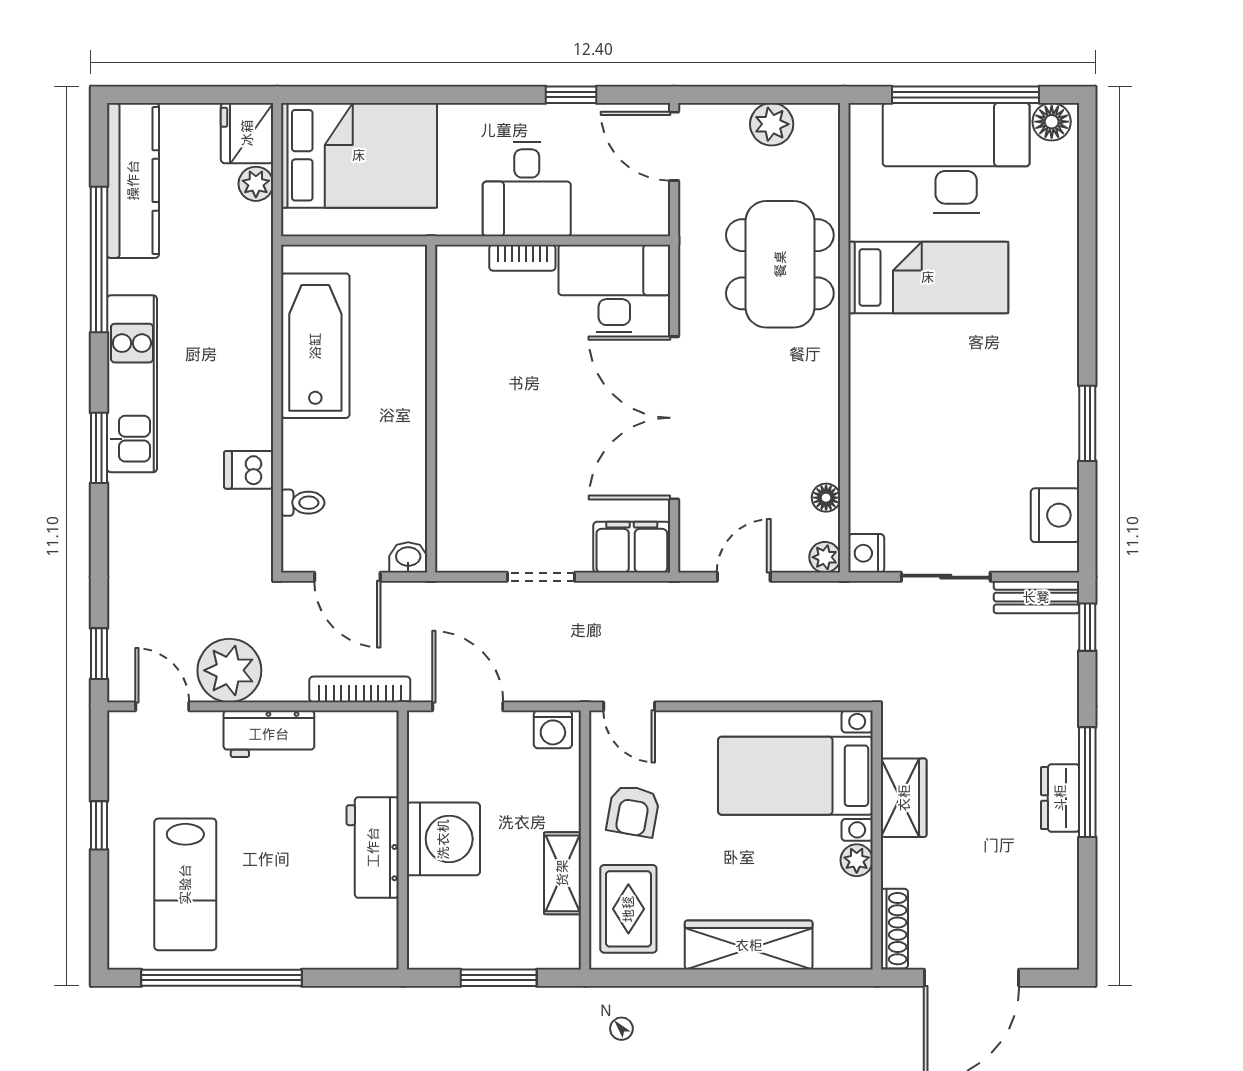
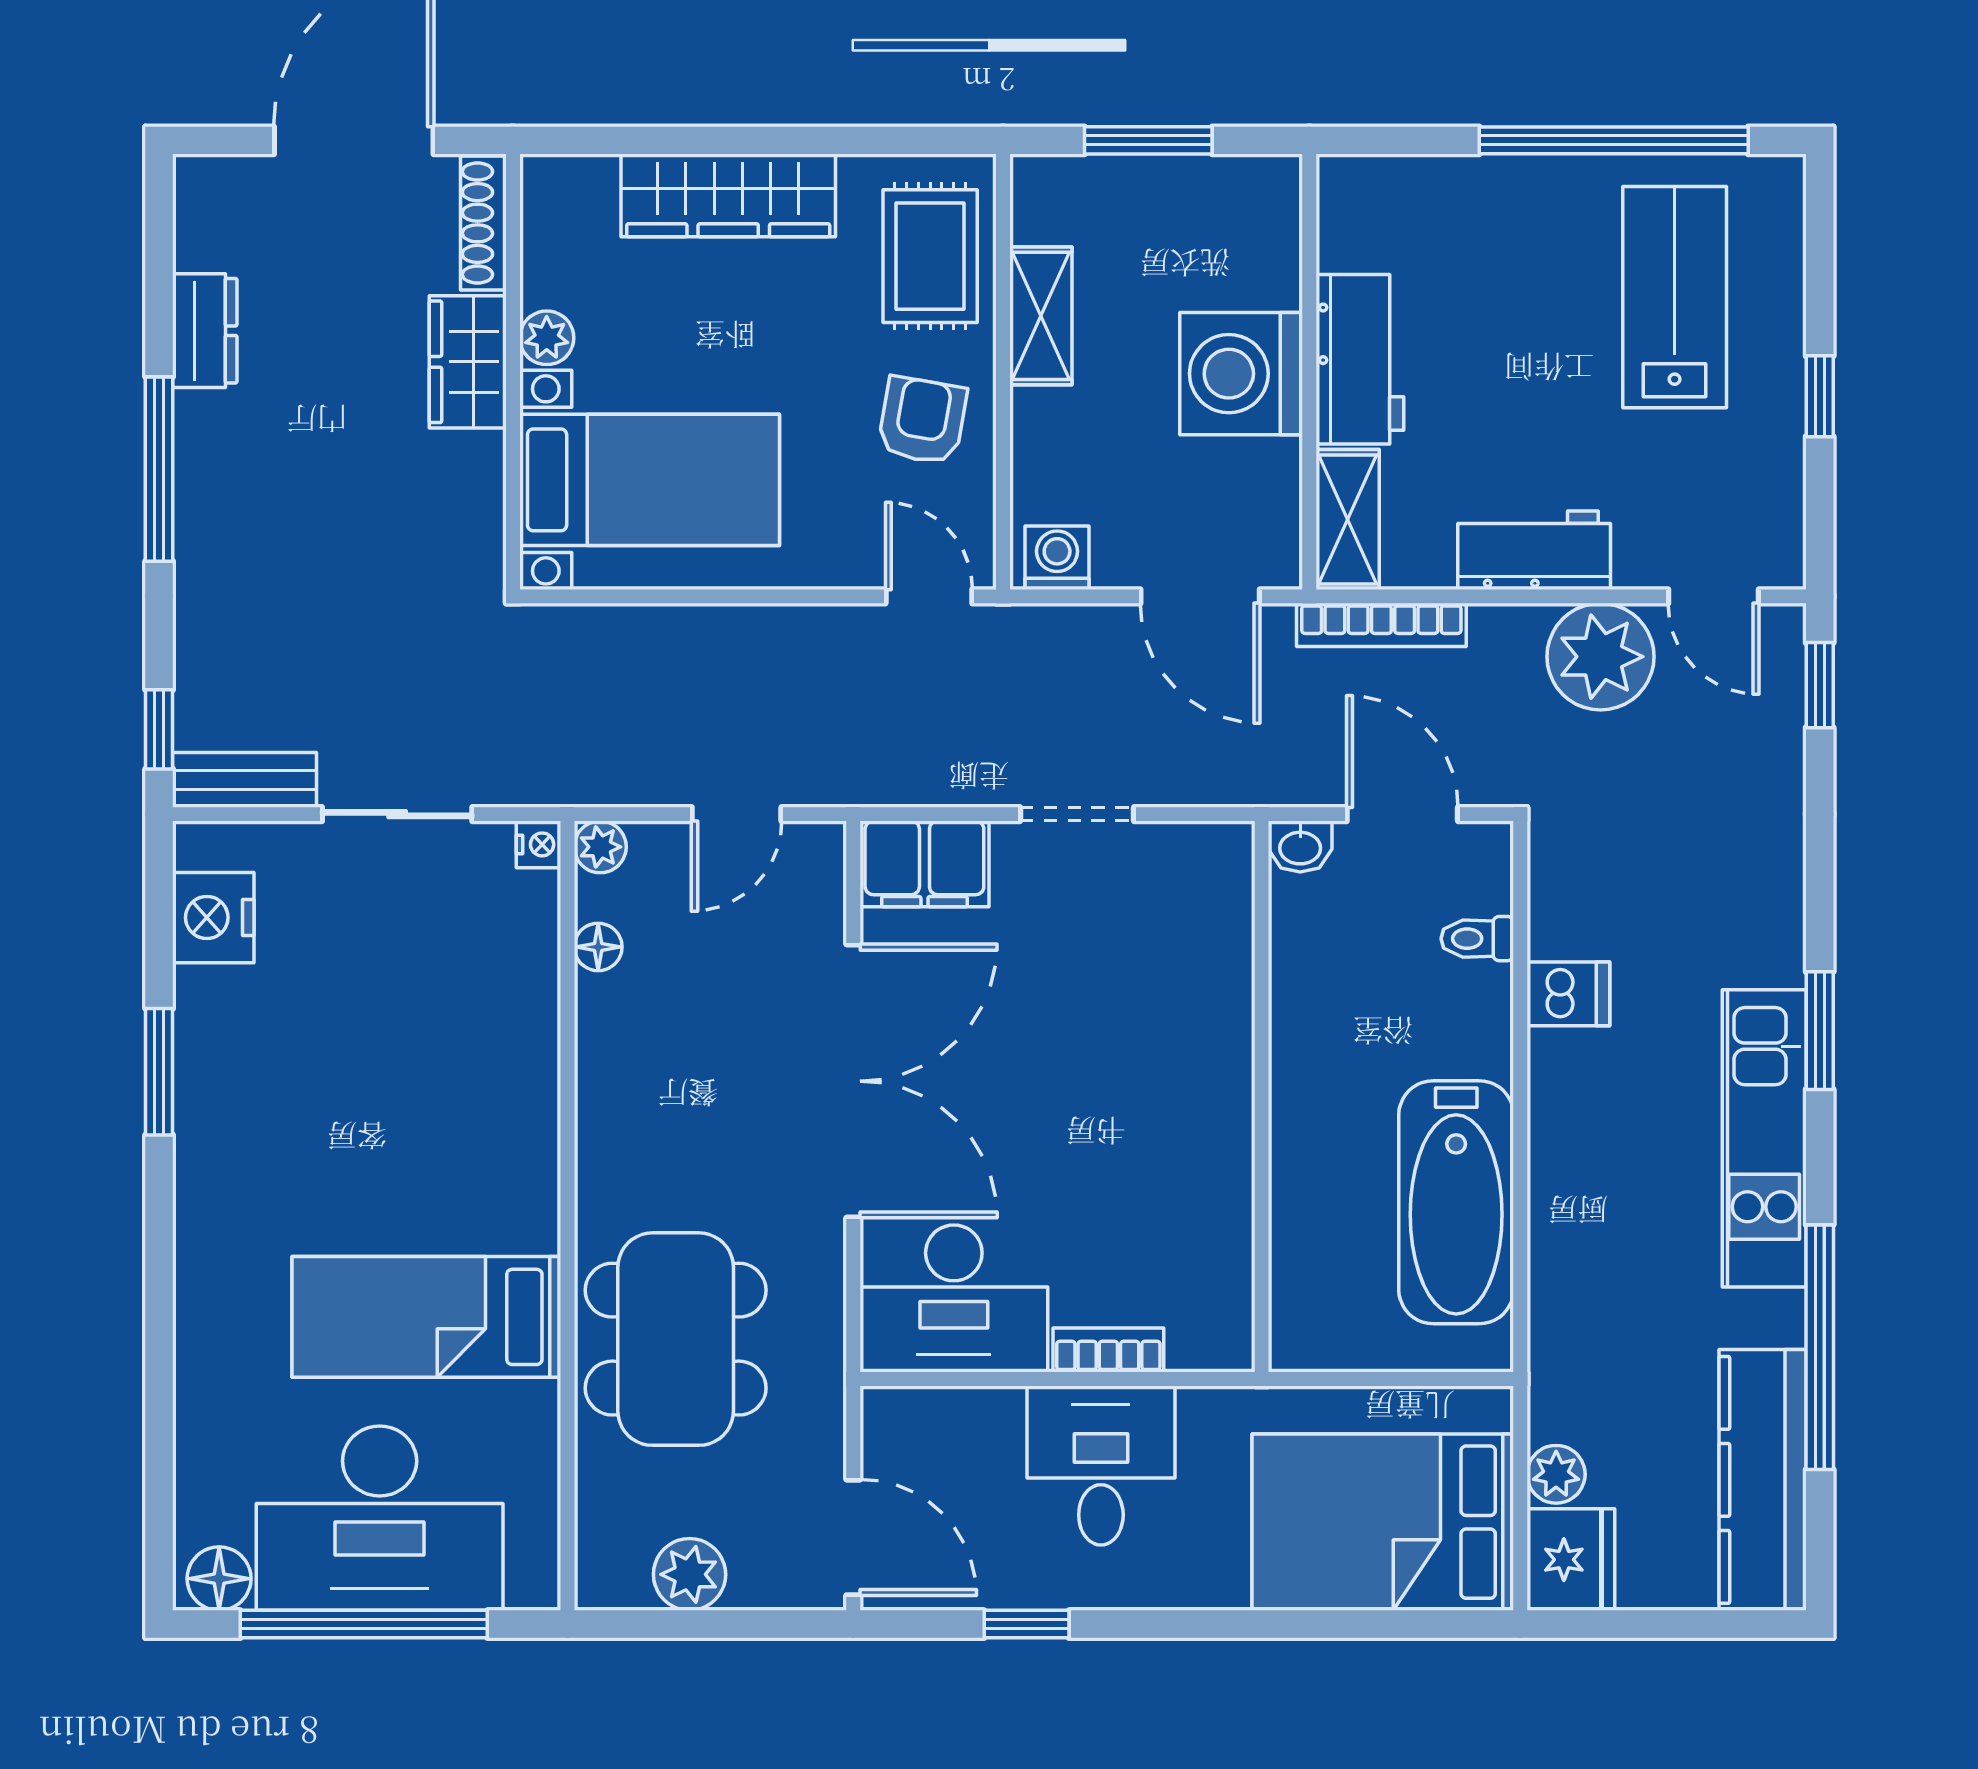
nightstand: (866, 553) -> (538, 844), width x0.72, depth x0.74
shelving: (380, 752) -> (1348, 520), added
wardrobe: (904, 798) -> (468, 362), moved
dresser: (1060, 798) -> (205, 331), moved

